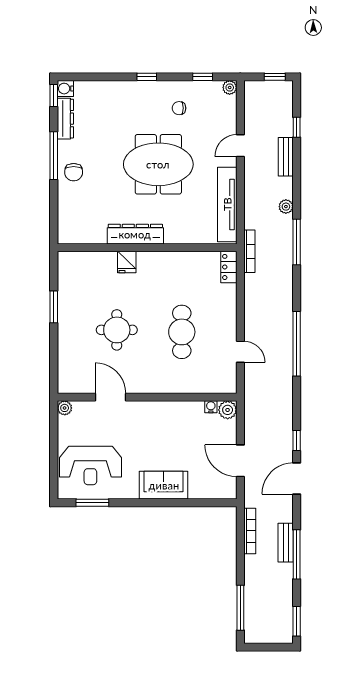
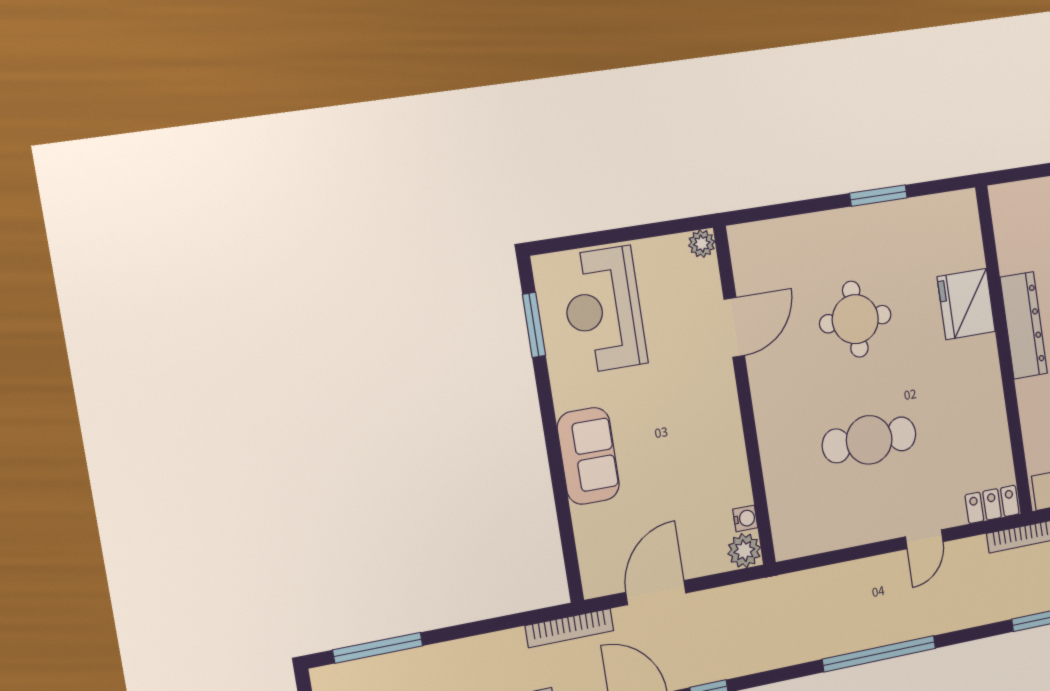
fridge: (127, 262) -> (966, 304), width x1.88, depth x1.34
door: (240, 352) -> (924, 539), moved
bookcase: (250, 531) -> (569, 628), moved

